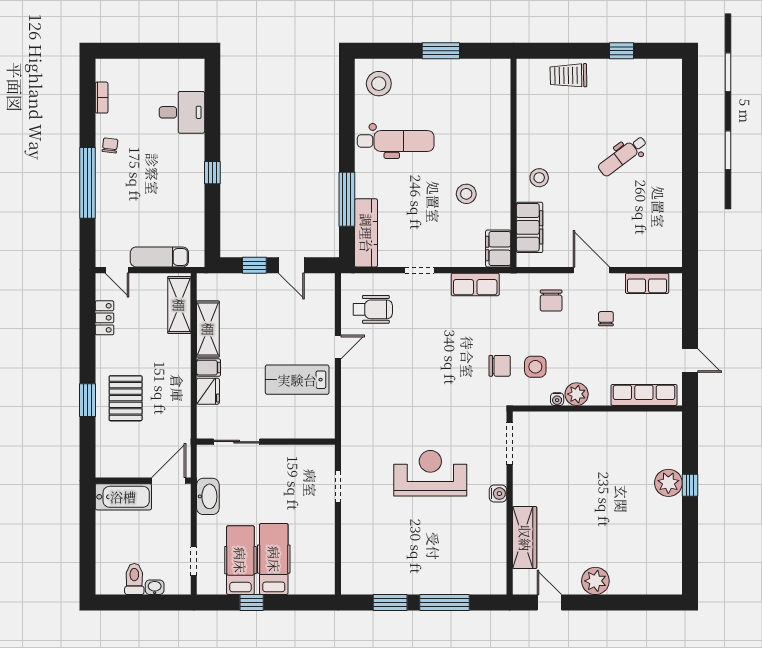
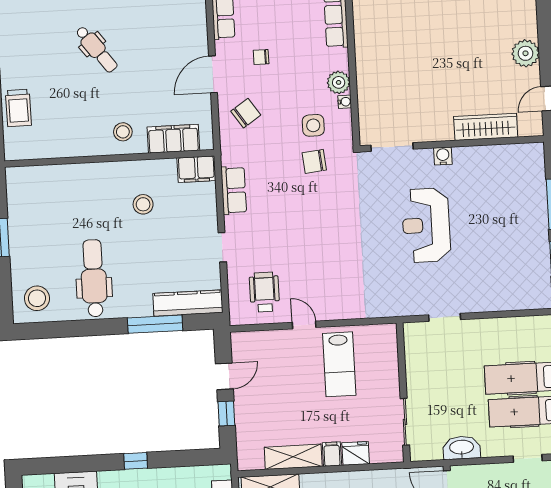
chair: (551, 301) -> (246, 113), turned -34
chair: (500, 366) -> (314, 161), turned -96

